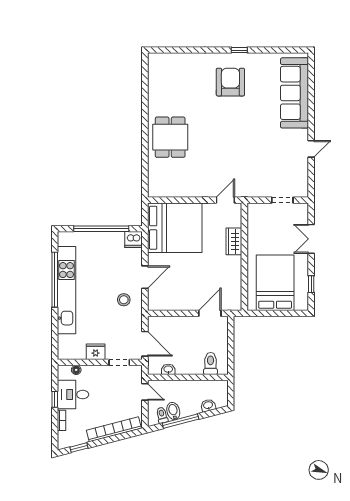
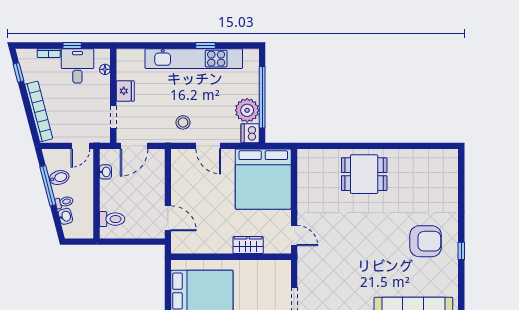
plant: (113, 242) -> (247, 110), added
window: (55, 280) -> (205, 46), width x0.32
toilet: (162, 415) -> (64, 202), moved

